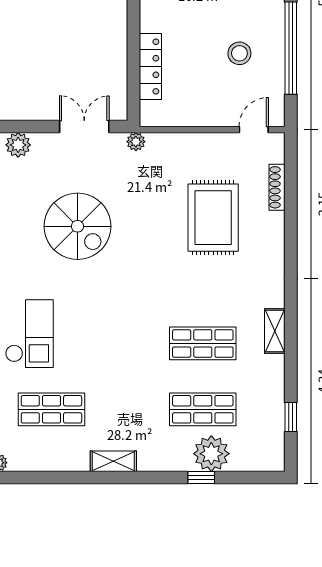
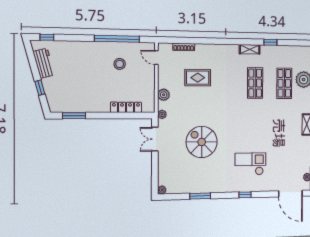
plant: (18, 145) -> (164, 95), moved
rug: (213, 218) -> (198, 78), width x0.73, depth x0.70
spiral stairs: (77, 226) -> (202, 142), turned -90
shop shelf: (51, 409) -> (284, 153), removed
window: (291, 417) -> (270, 42), moved

